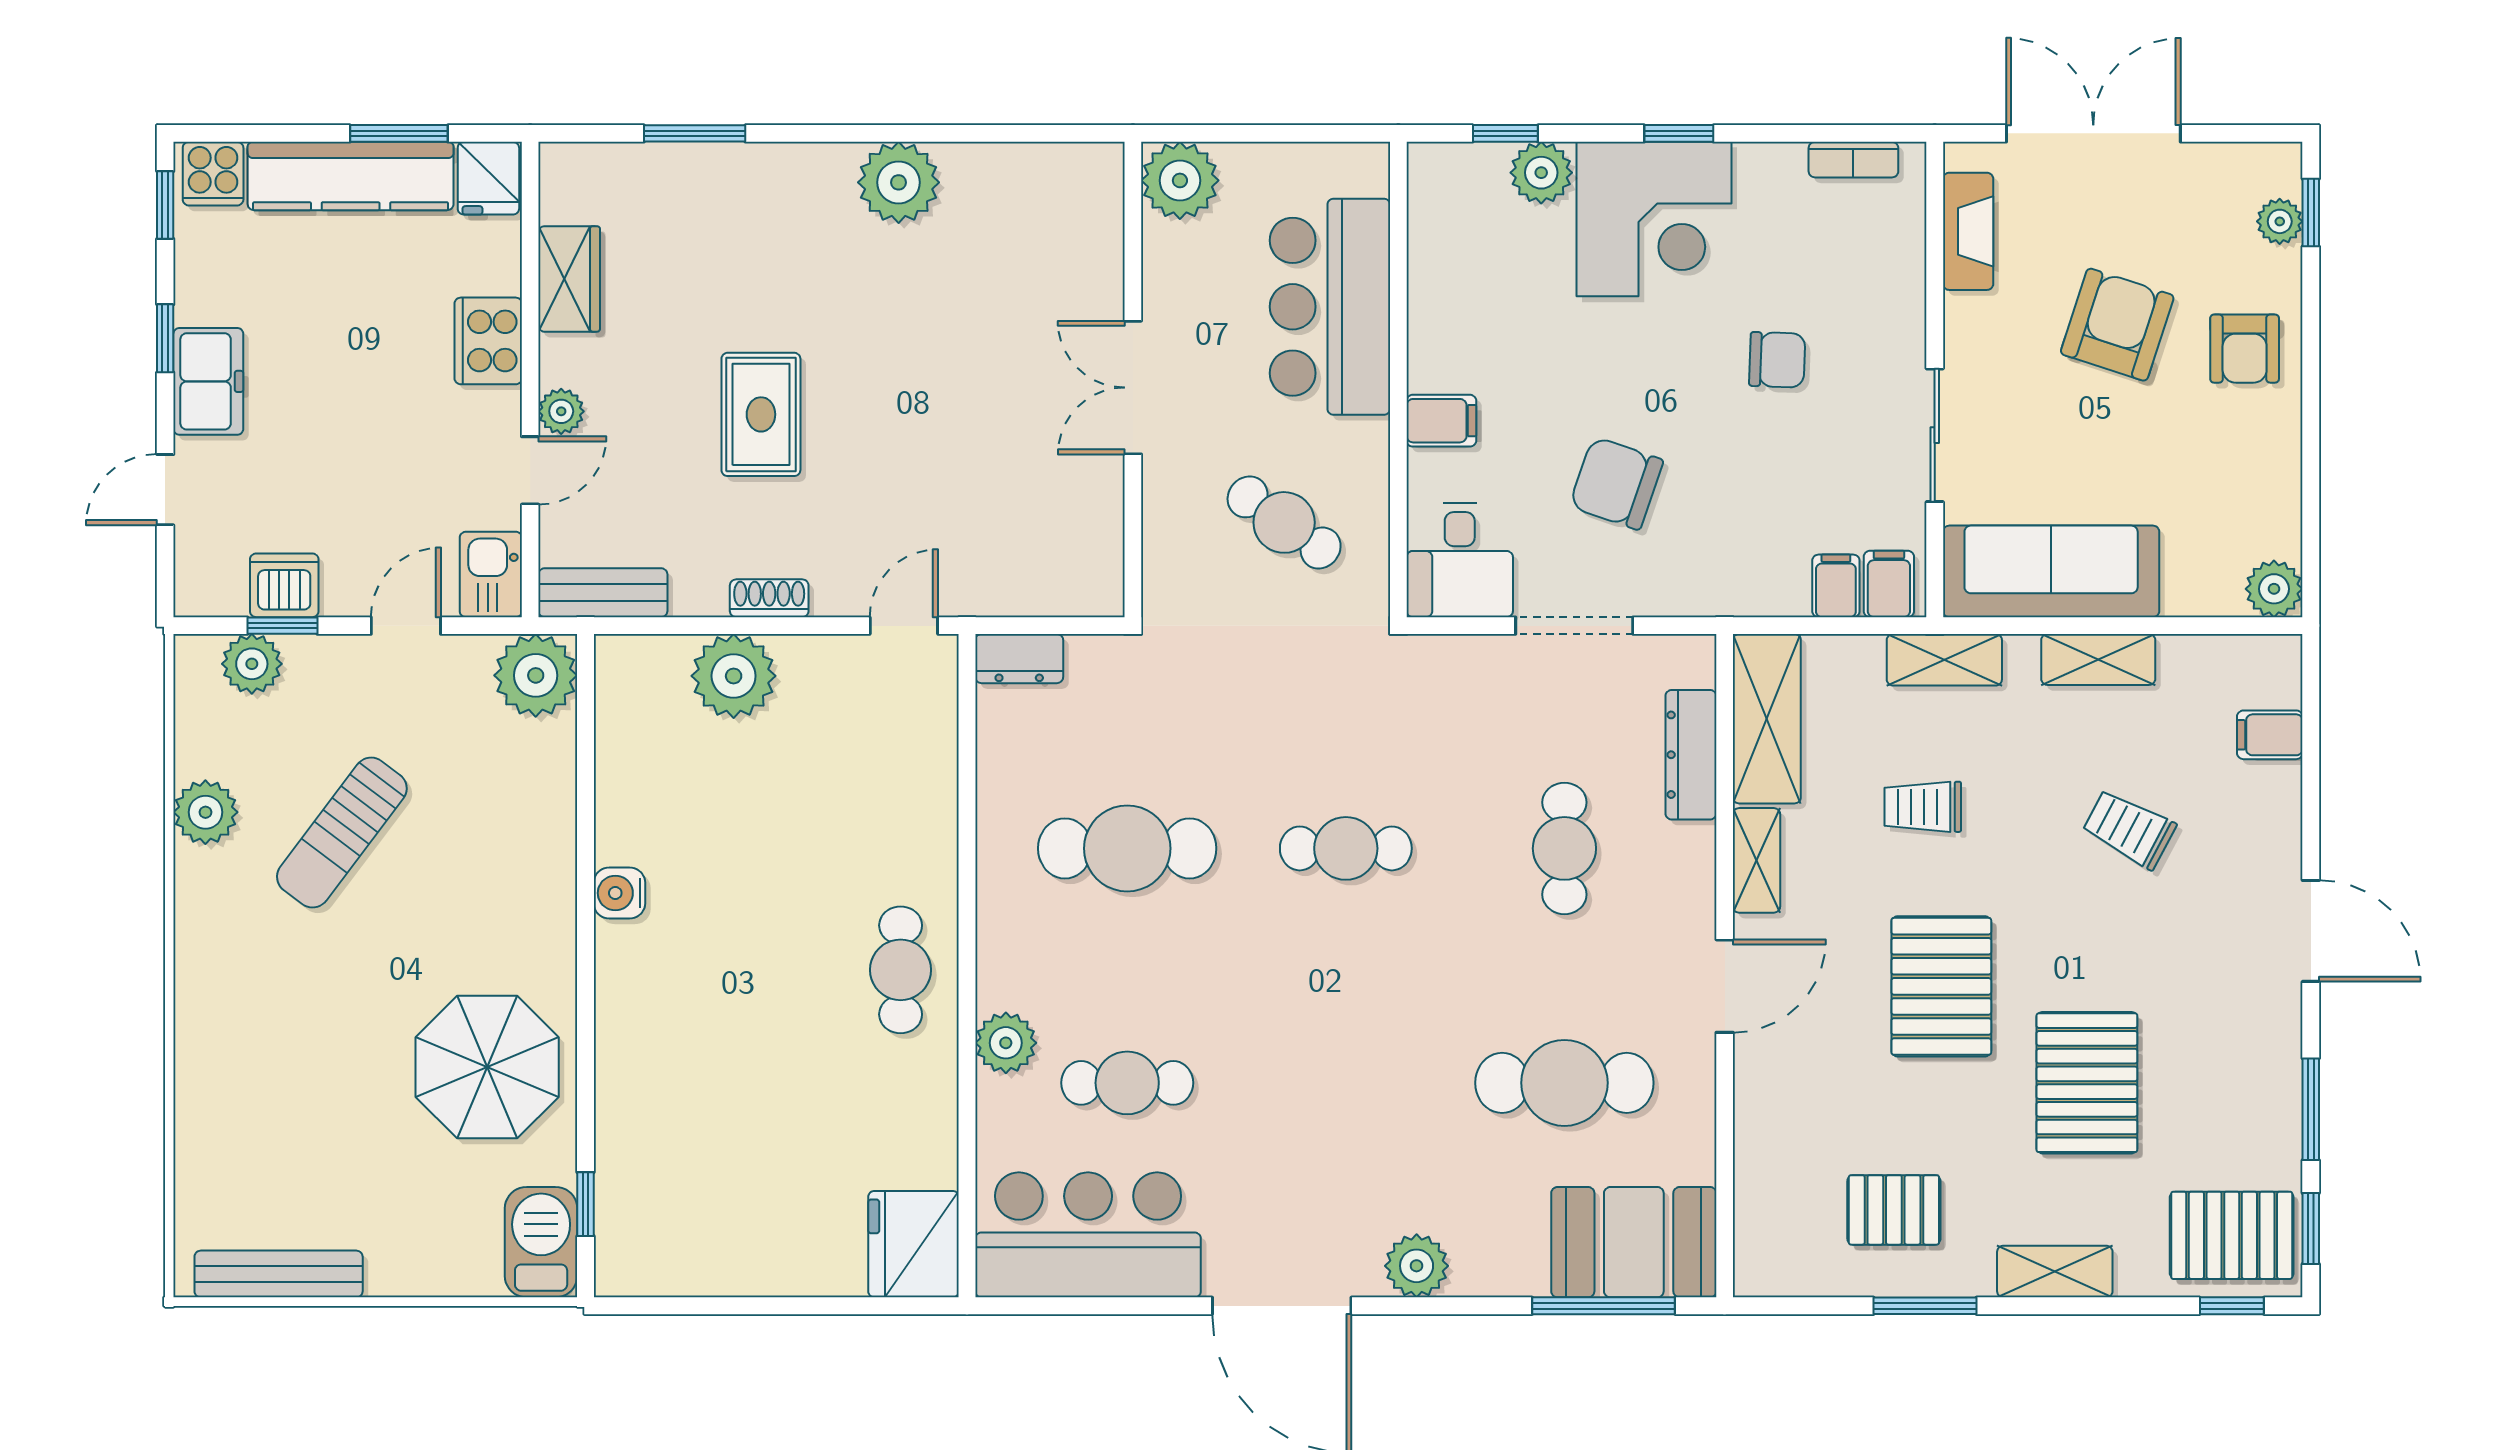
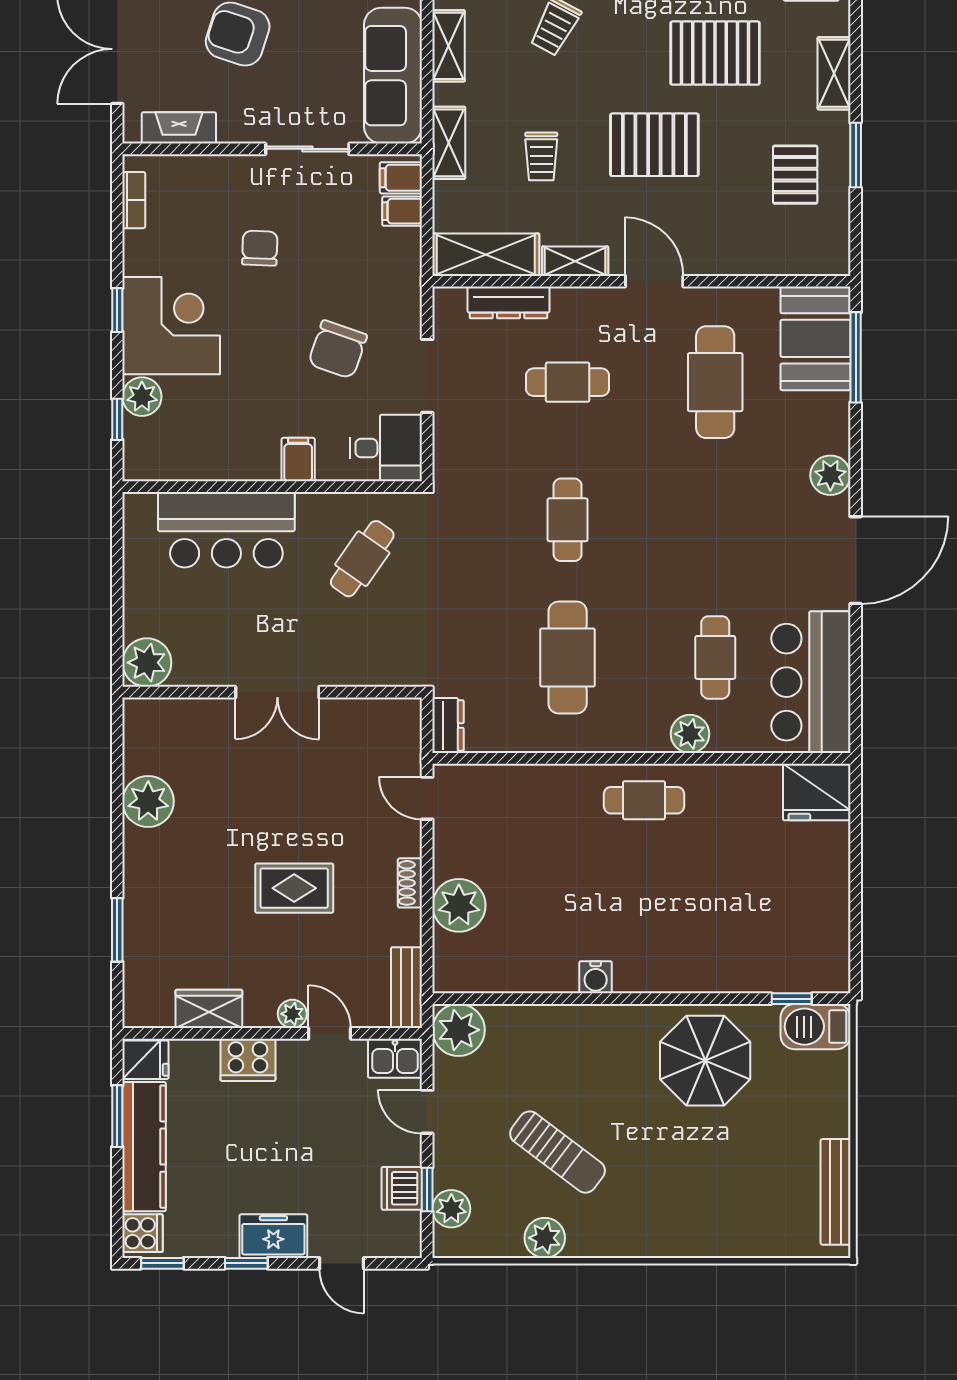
plant: (1180, 180) -> (147, 663), moved
wall: (1133, 380) -> (272, 692), moved
double door: (1133, 388) -> (277, 692), moved

